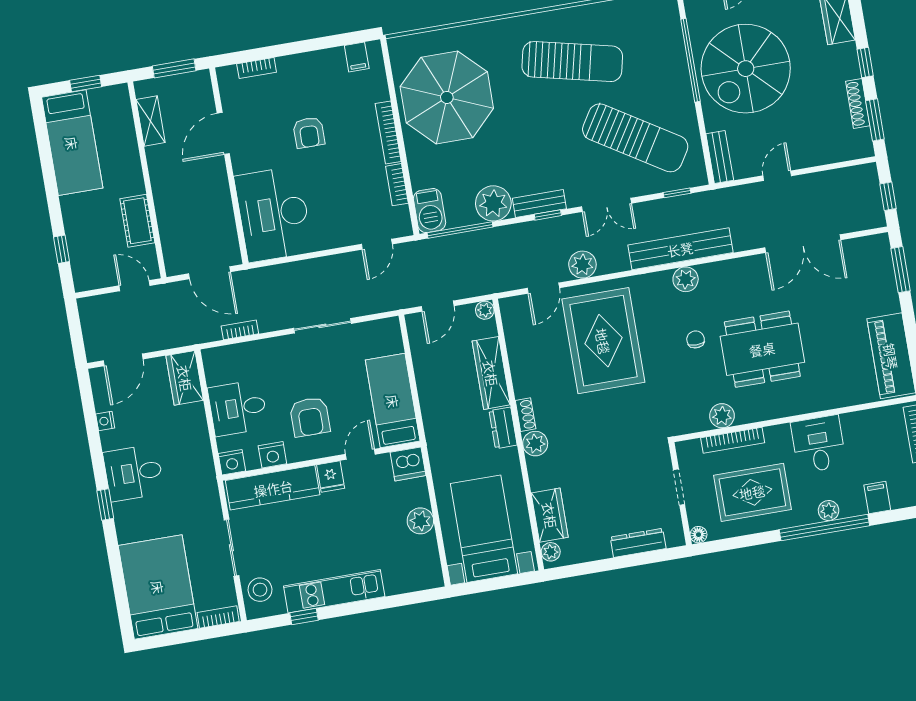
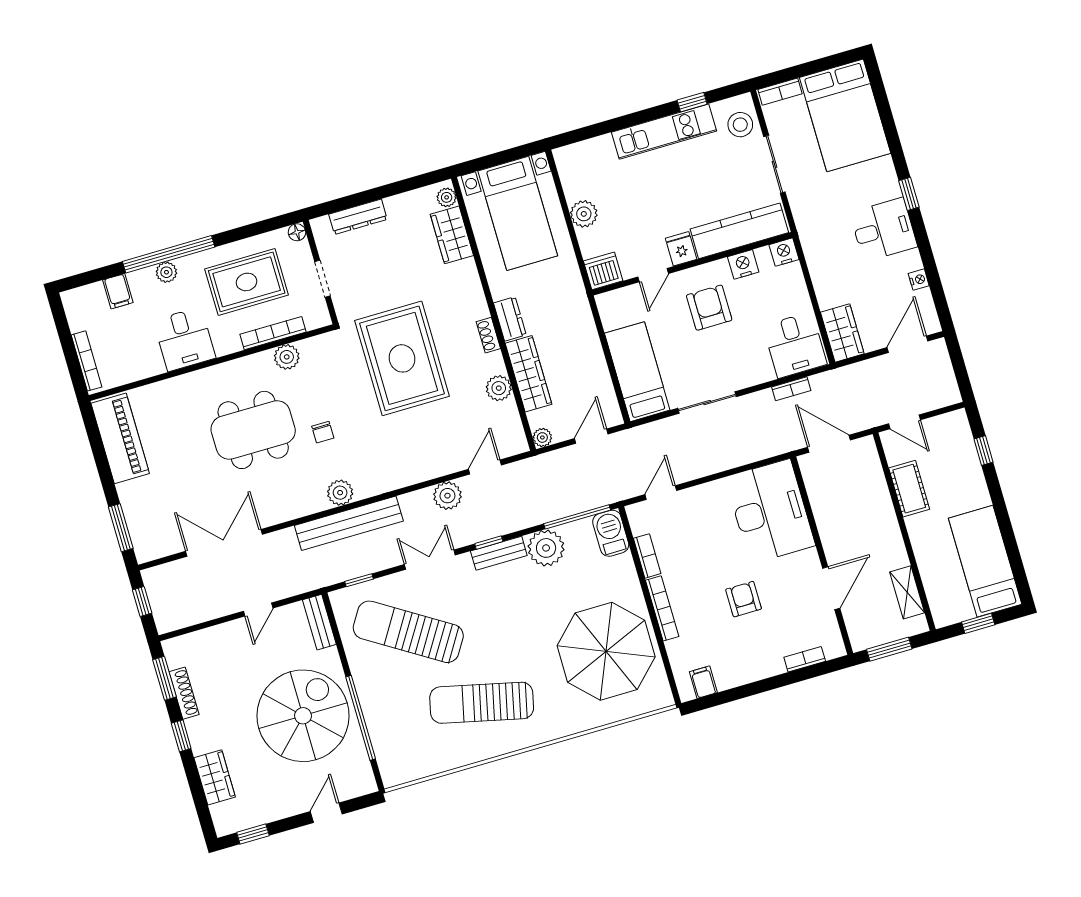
rug: (603, 341) -> (402, 358), moved
bed: (393, 401) -> (637, 372), moved, turned 180
desk: (238, 408) -> (795, 345), moved, turned 90
plant: (535, 444) -> (499, 388), moved

